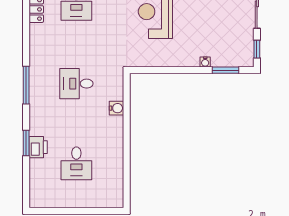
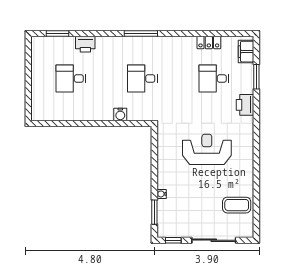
desk: (76, 84) -> (142, 79), turned -90
window: (26, 143) -> (57, 34), moved

